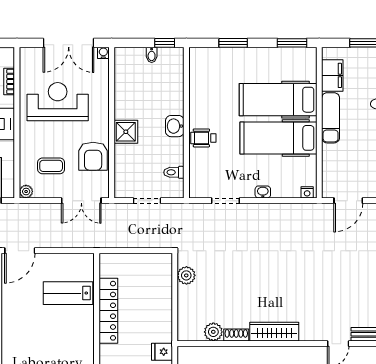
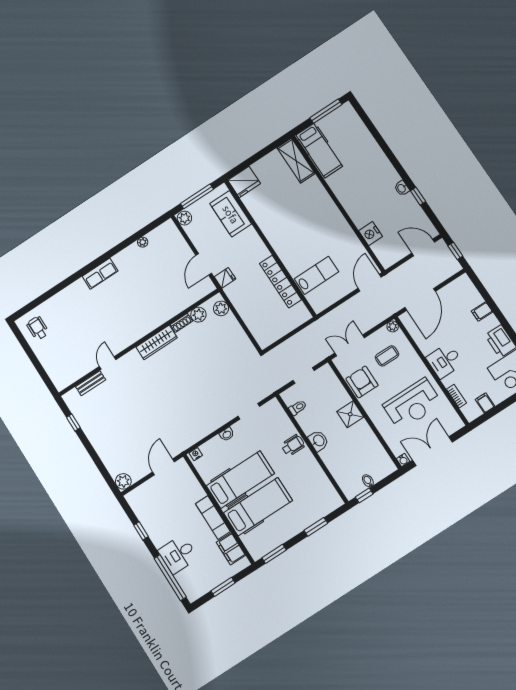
plant: (186, 275) -> (221, 308), moved

